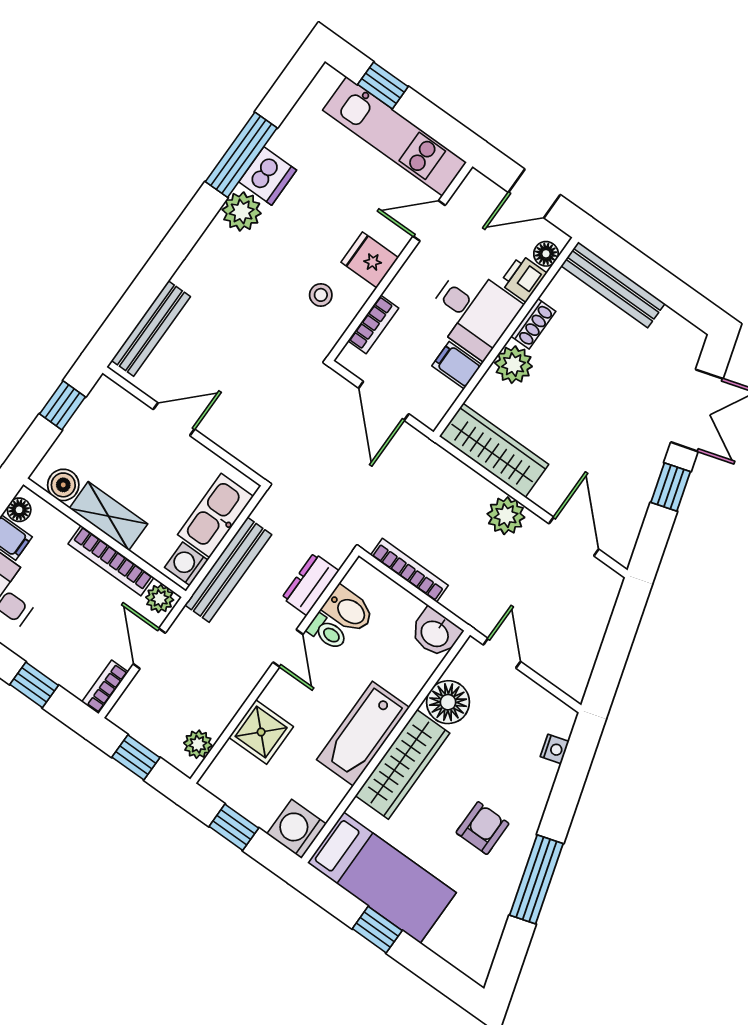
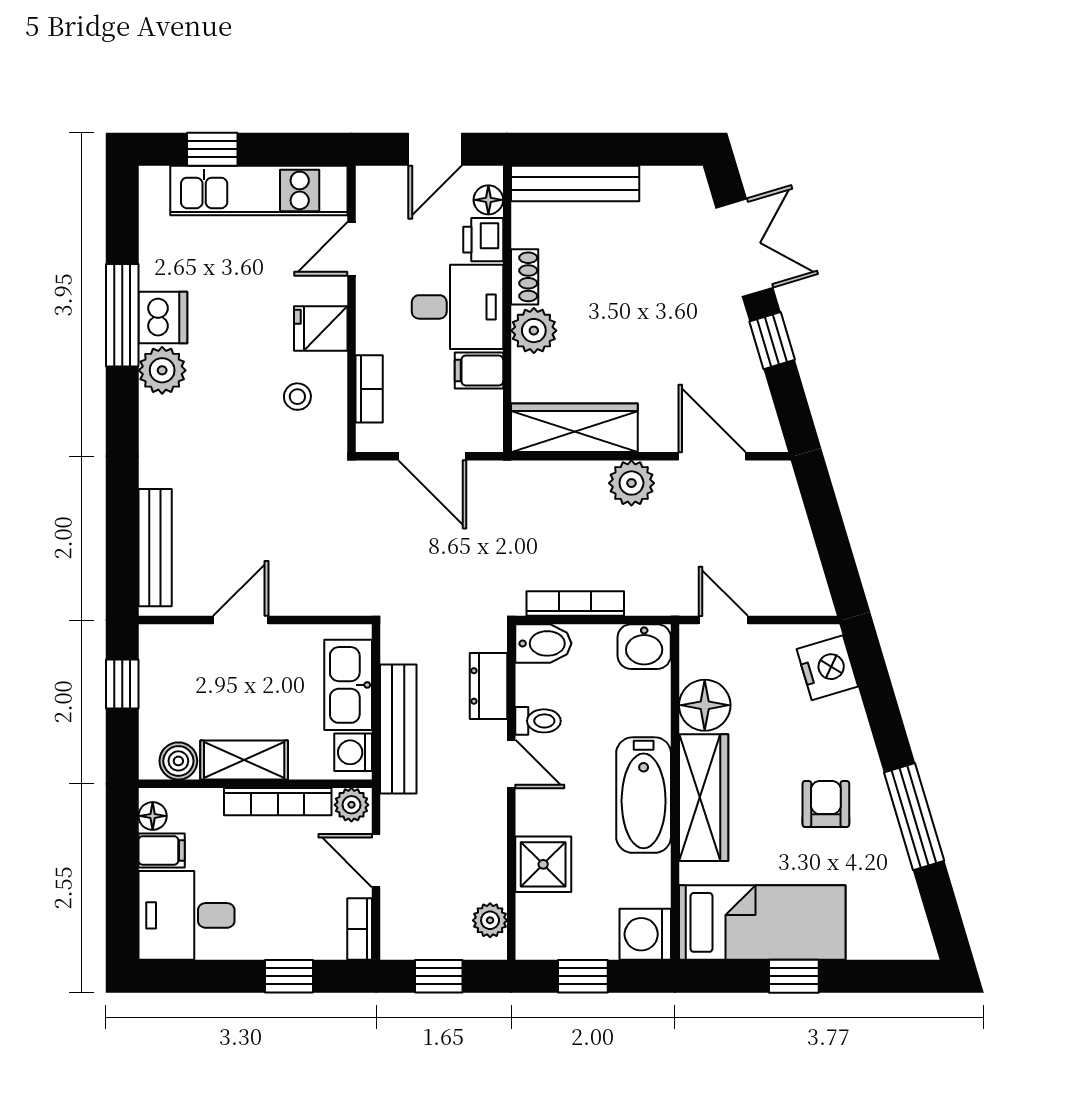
bidet: (348, 610) -> (543, 643), moved
nightstand: (555, 749) -> (827, 668), width x1.89, depth x1.79

